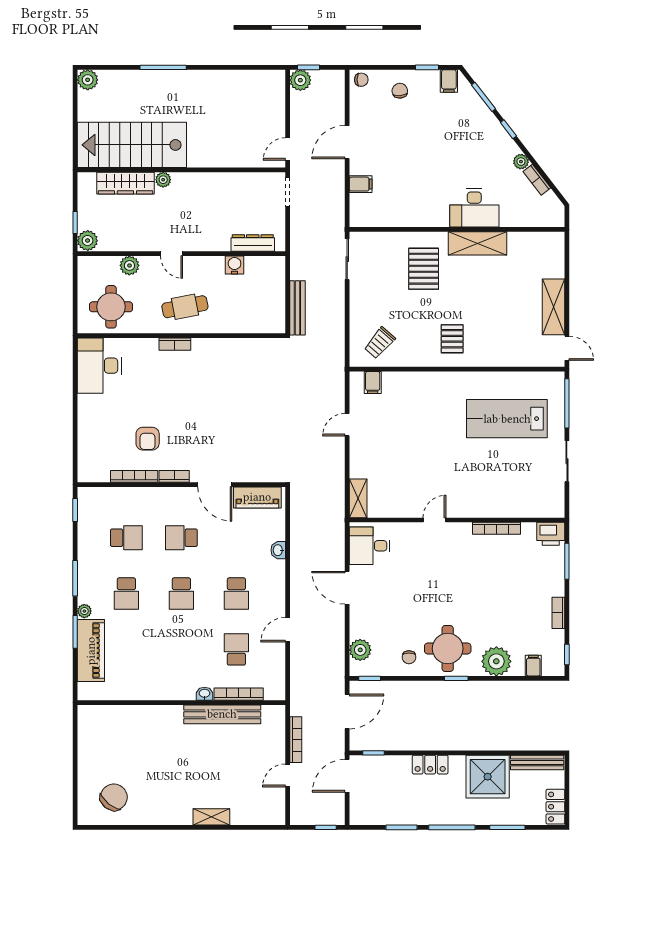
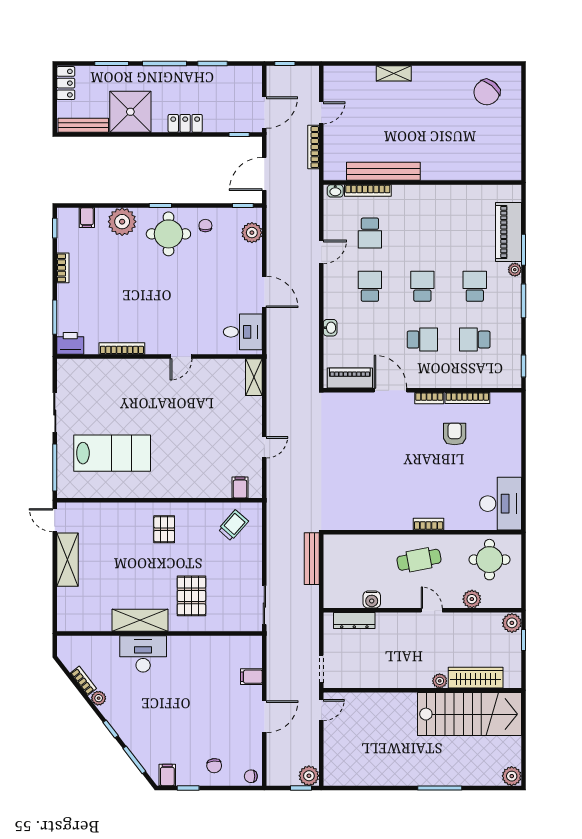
washbasin: (204, 694) -> (335, 191), moved

